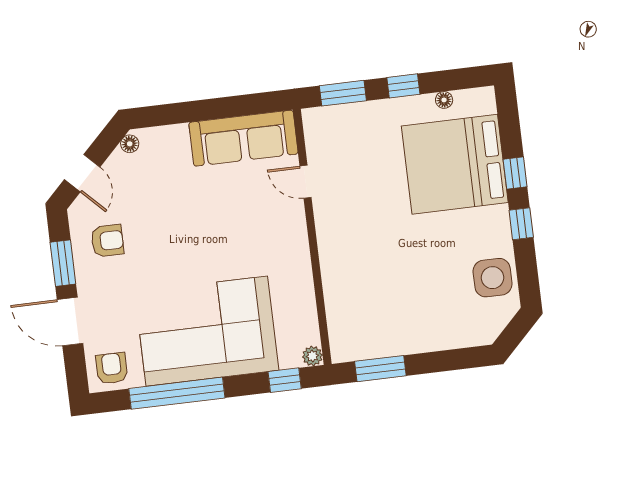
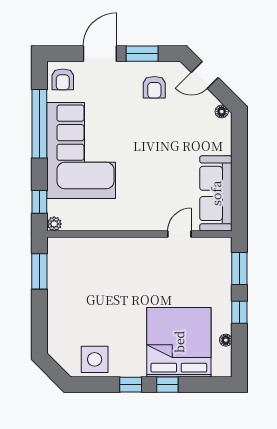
armchair: (112, 368) -> (63, 79), turned 90

